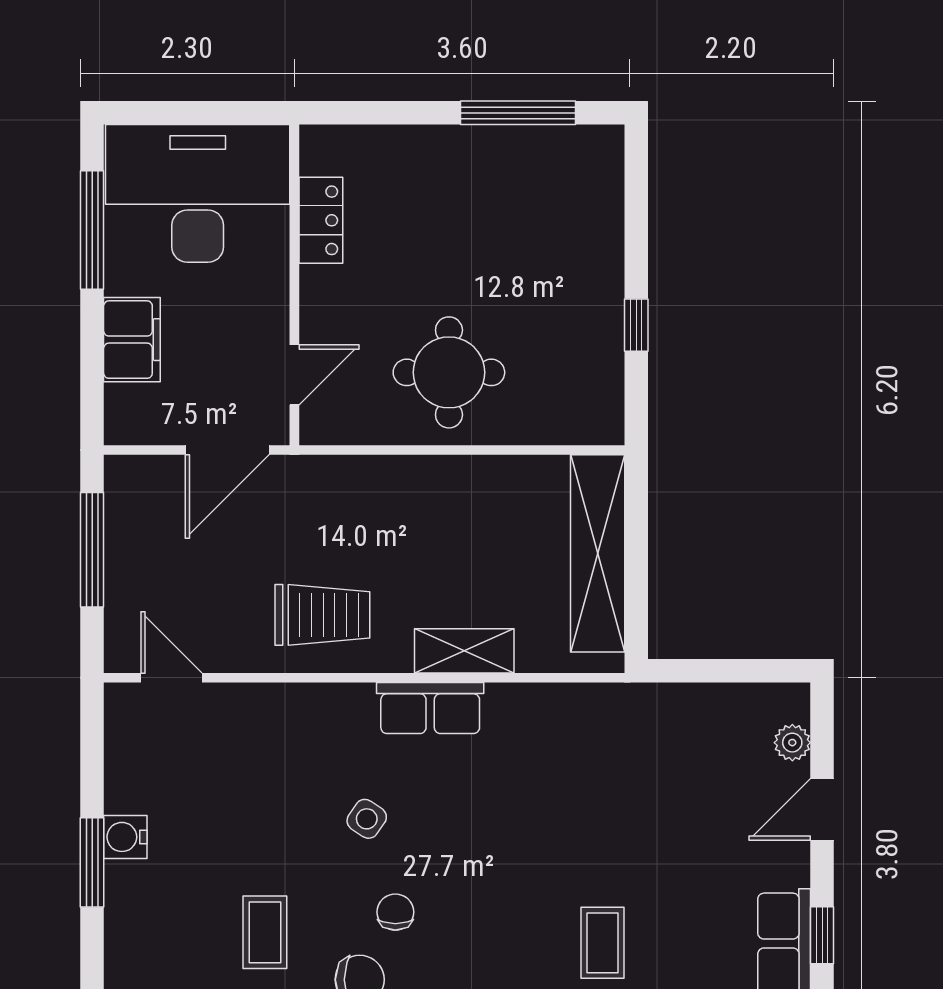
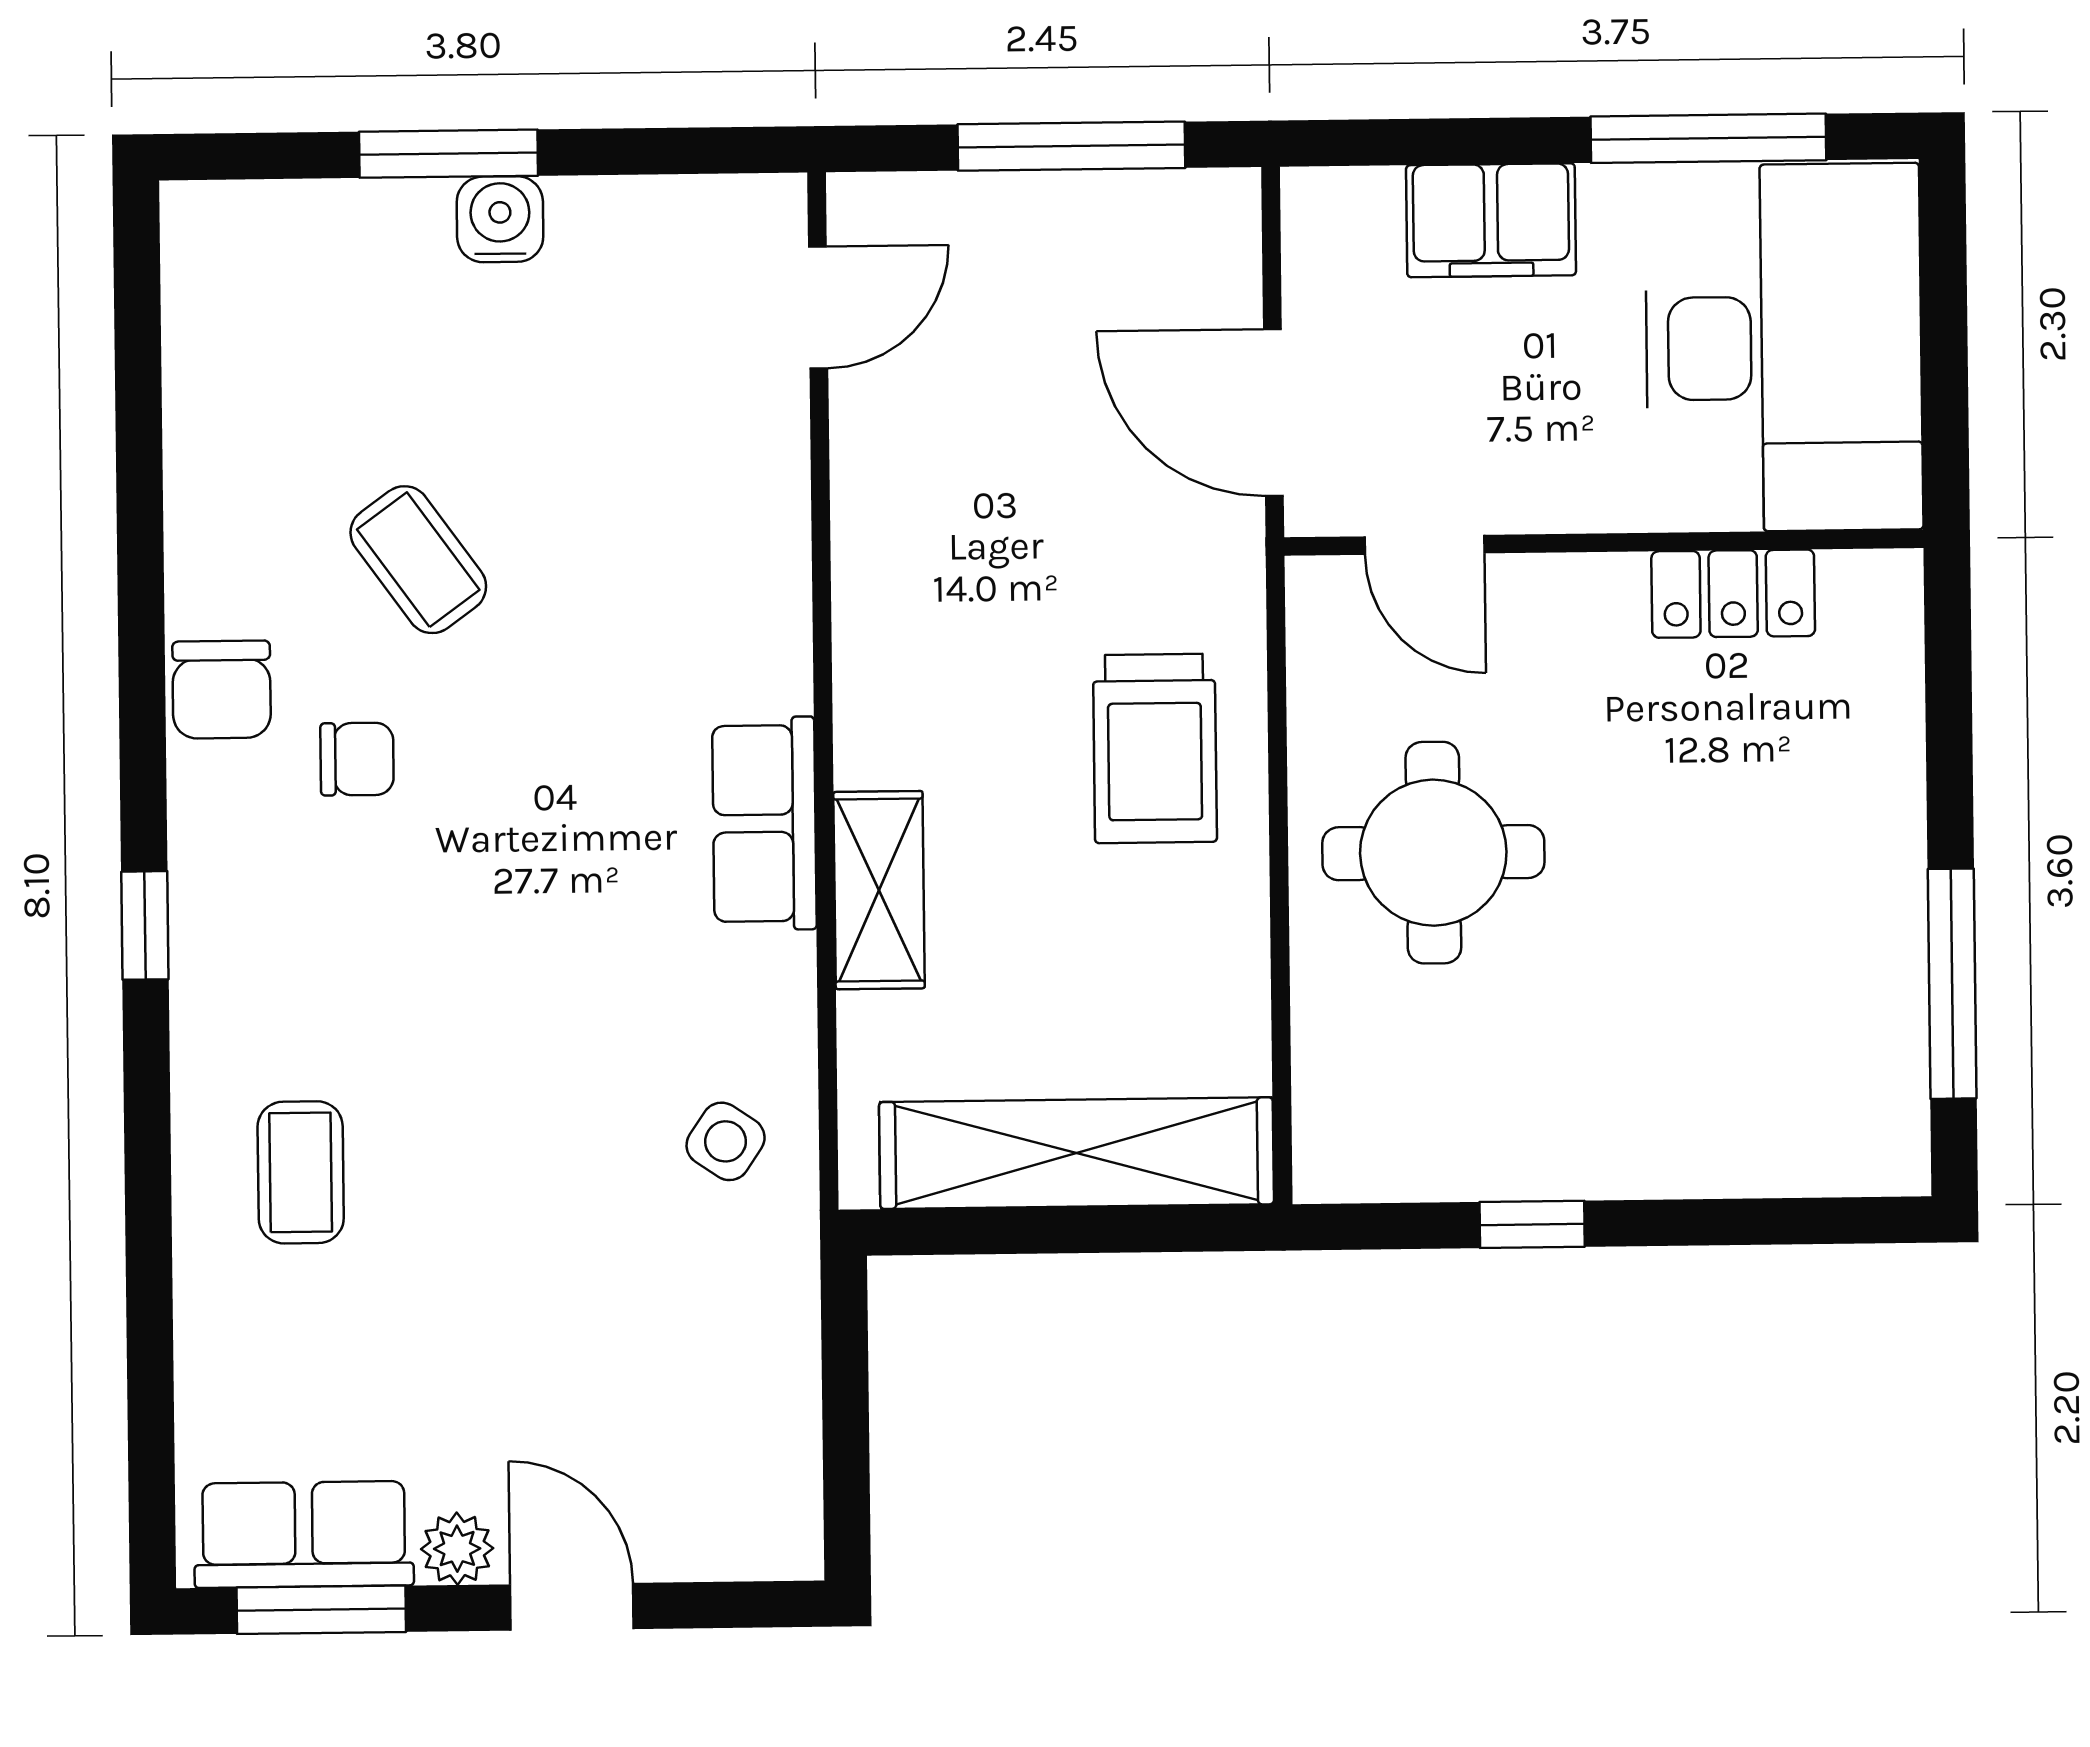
trolley: (322, 615) -> (1155, 748), moved
plant: (792, 743) -> (457, 1549), moved
side table: (367, 819) -> (726, 1141), moved
coffee table: (265, 932) -> (418, 560), moved, turned 54
window: (822, 935) -> (321, 1610), width x1.50
coffee table: (602, 943) -> (301, 1172), turned 90

